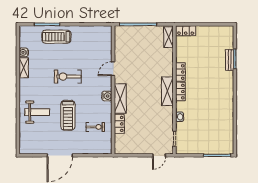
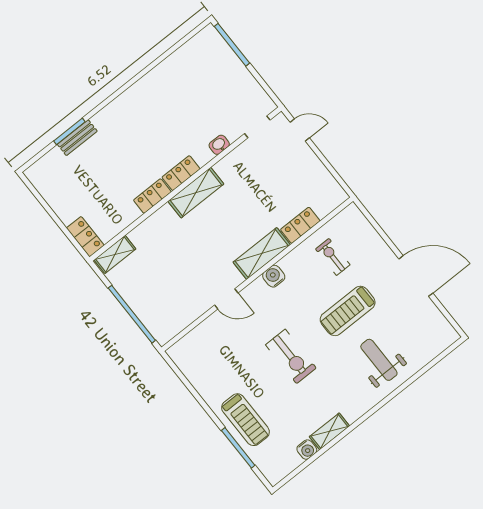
treadmill: (68, 115) -> (348, 311), turned 180

